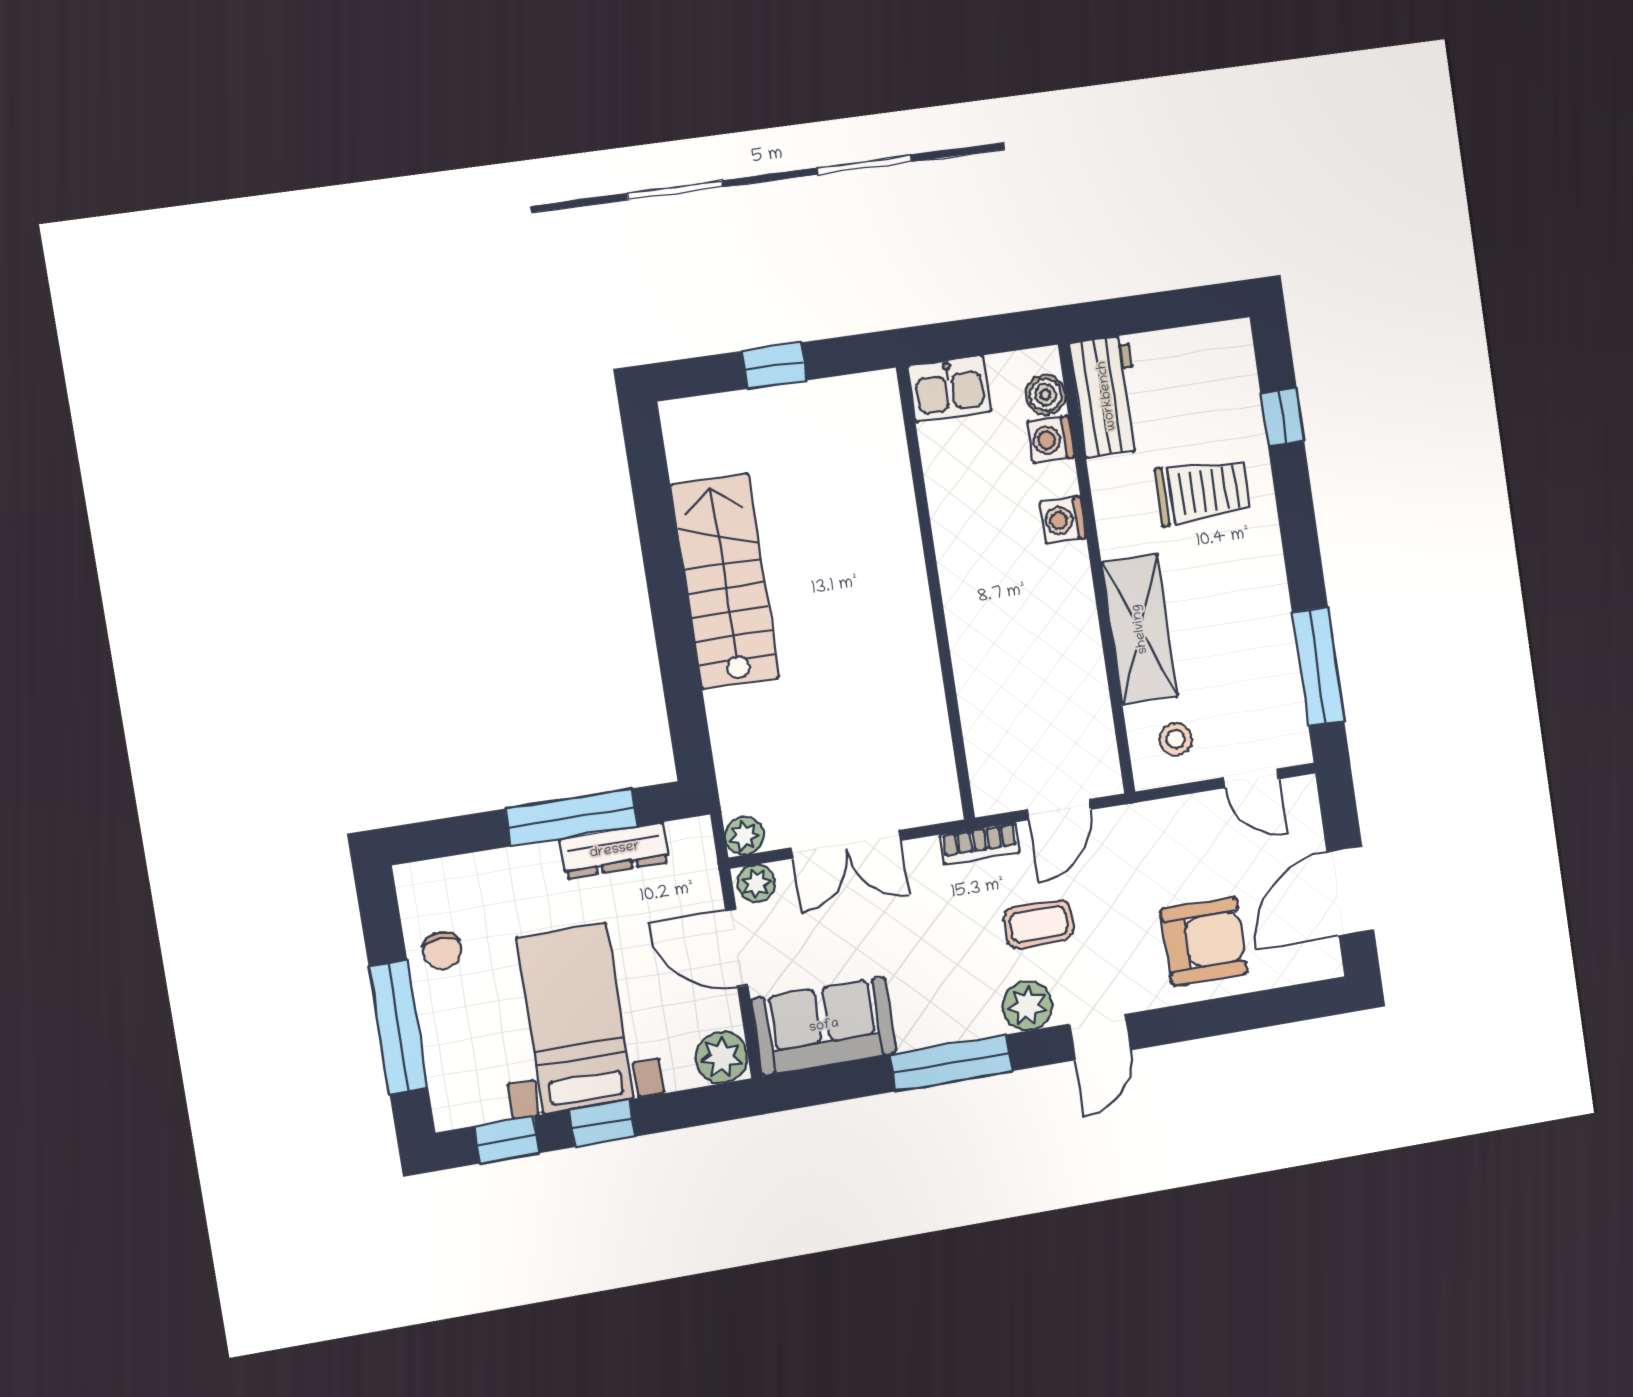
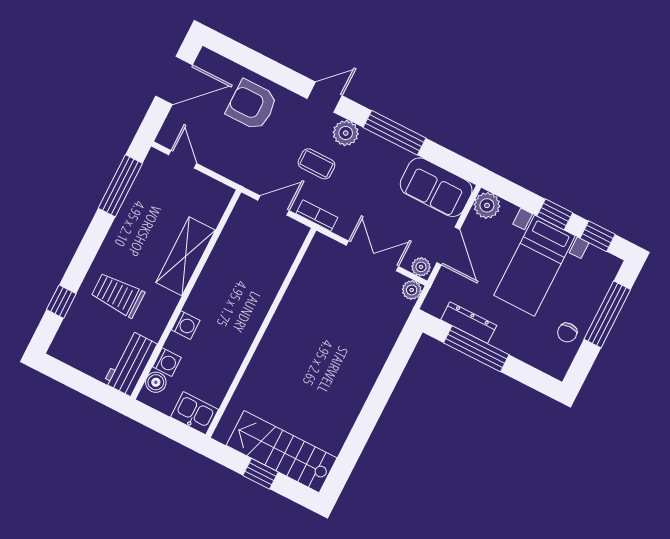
stairs: (725, 581) -> (282, 452), moved, turned 90
stool: (1176, 739) -> (203, 199), removed
chair: (442, 951) -> (567, 332), turned 180

